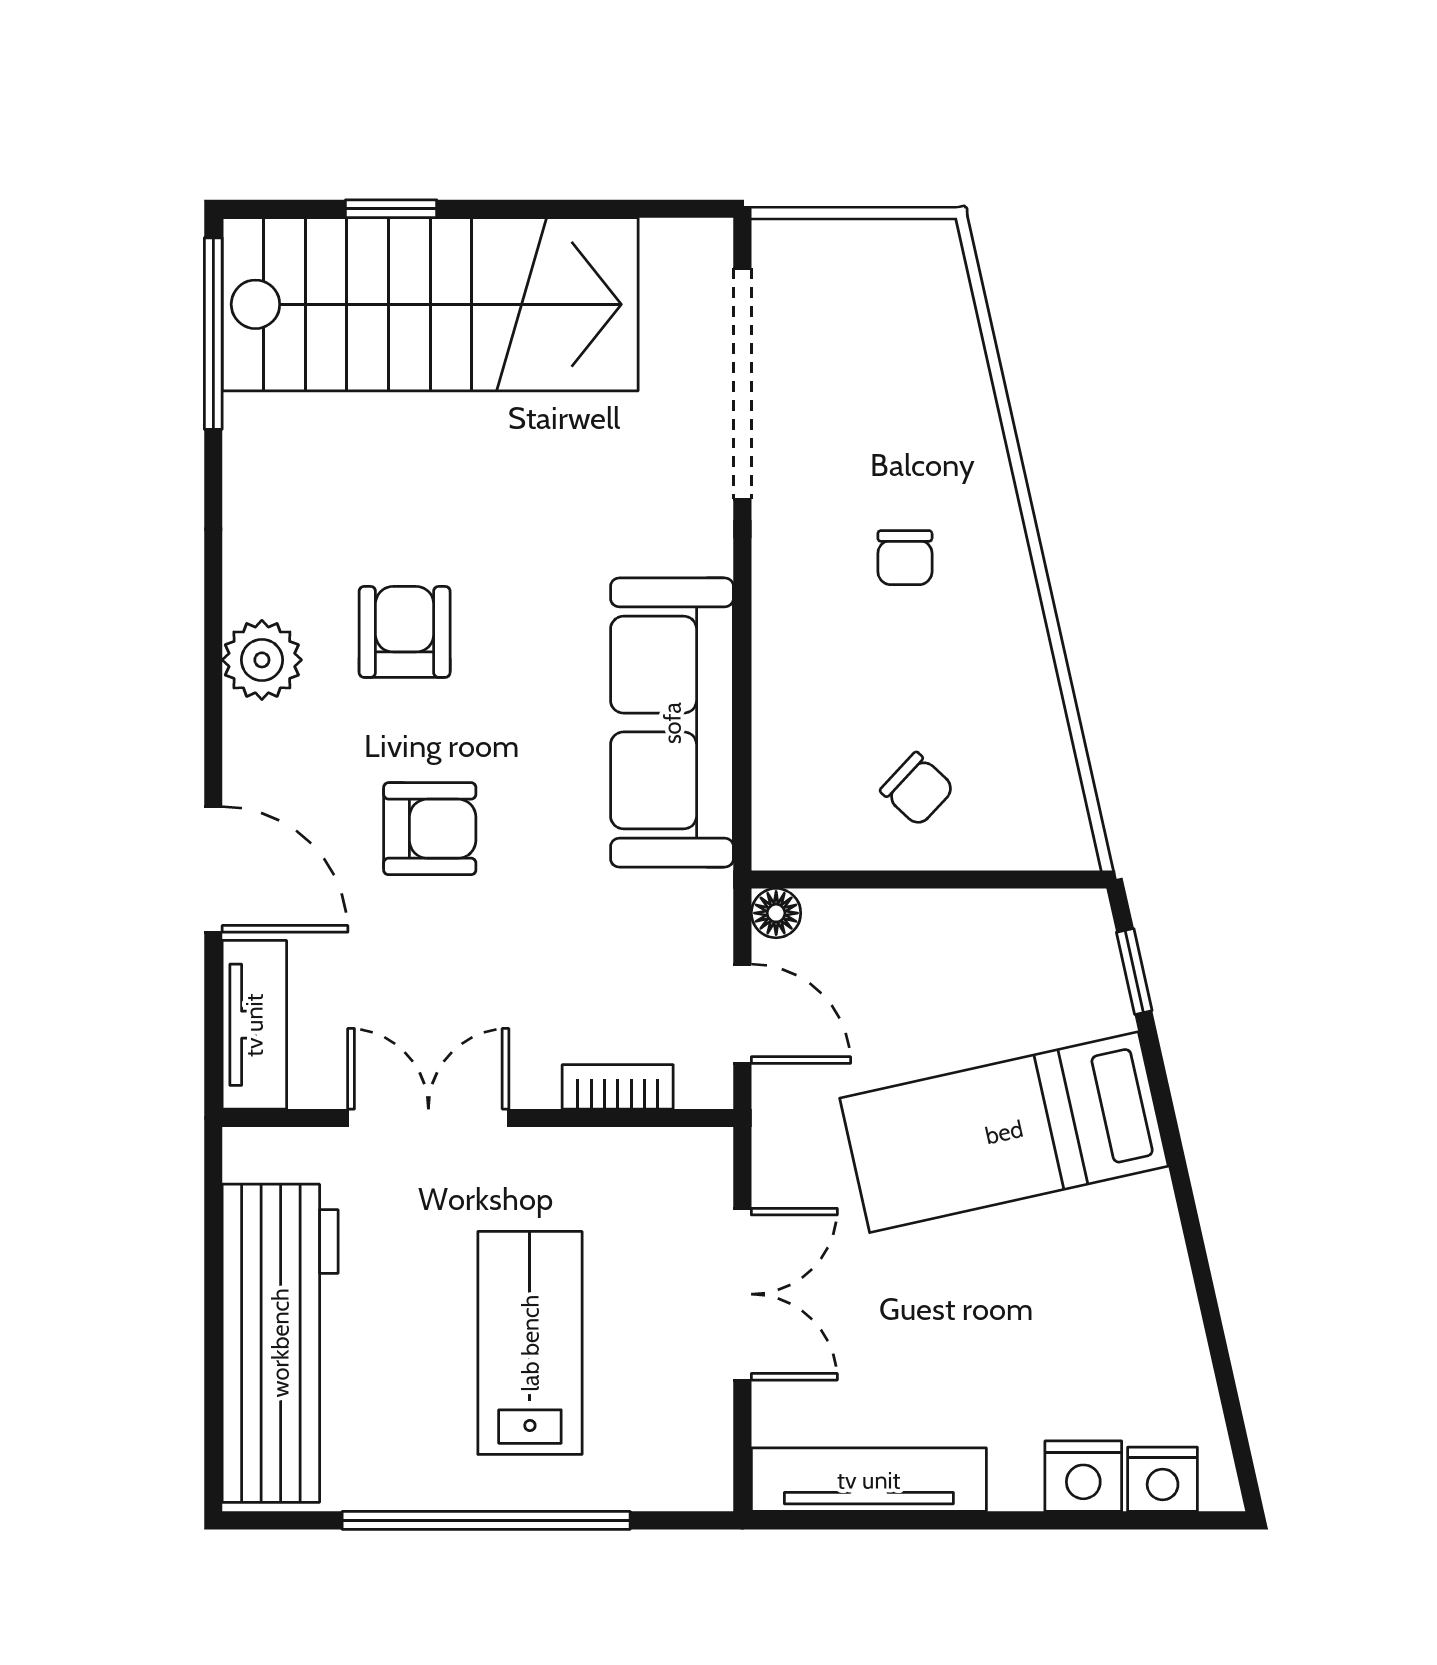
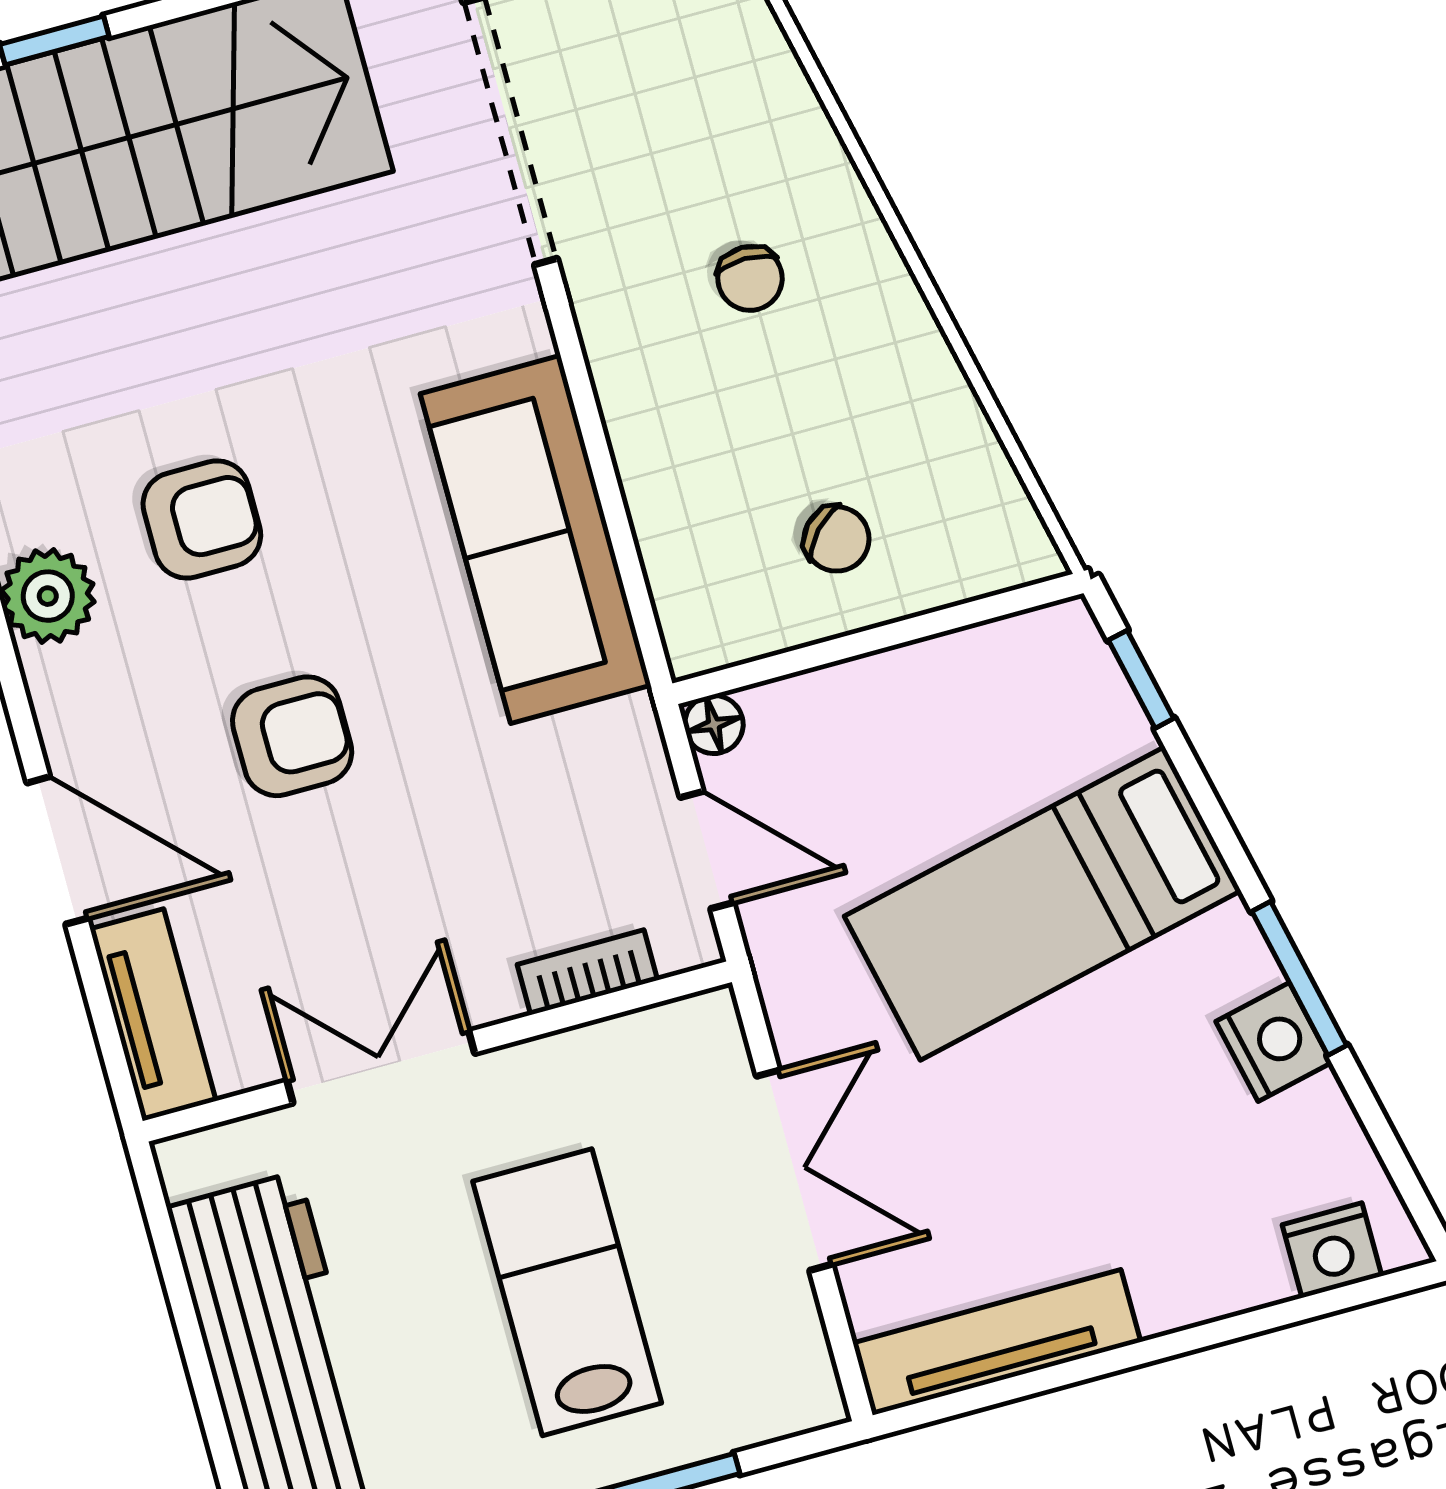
armchair: (405, 632) -> (202, 520), turned 90
window: (1196, 1250) -> (1299, 978), added
nightstand: (1083, 1476) -> (1274, 1042), moved, turned -103

